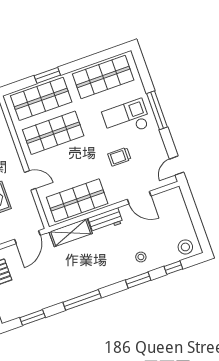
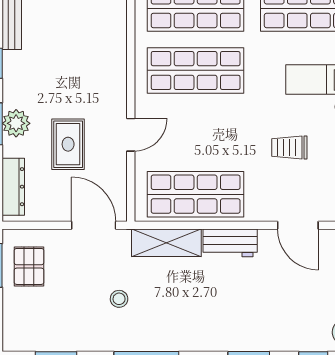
door: (30, 180) -> (131, 135), hinge flipped
door: (27, 237) -> (94, 225), swing flipped
stool: (141, 257) -> (119, 299), moved

